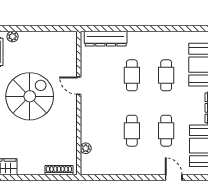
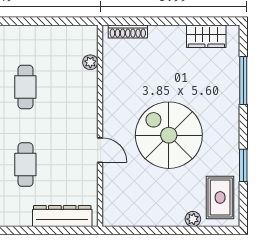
spiral stairs: (30, 96) -> (169, 135), turned 90

